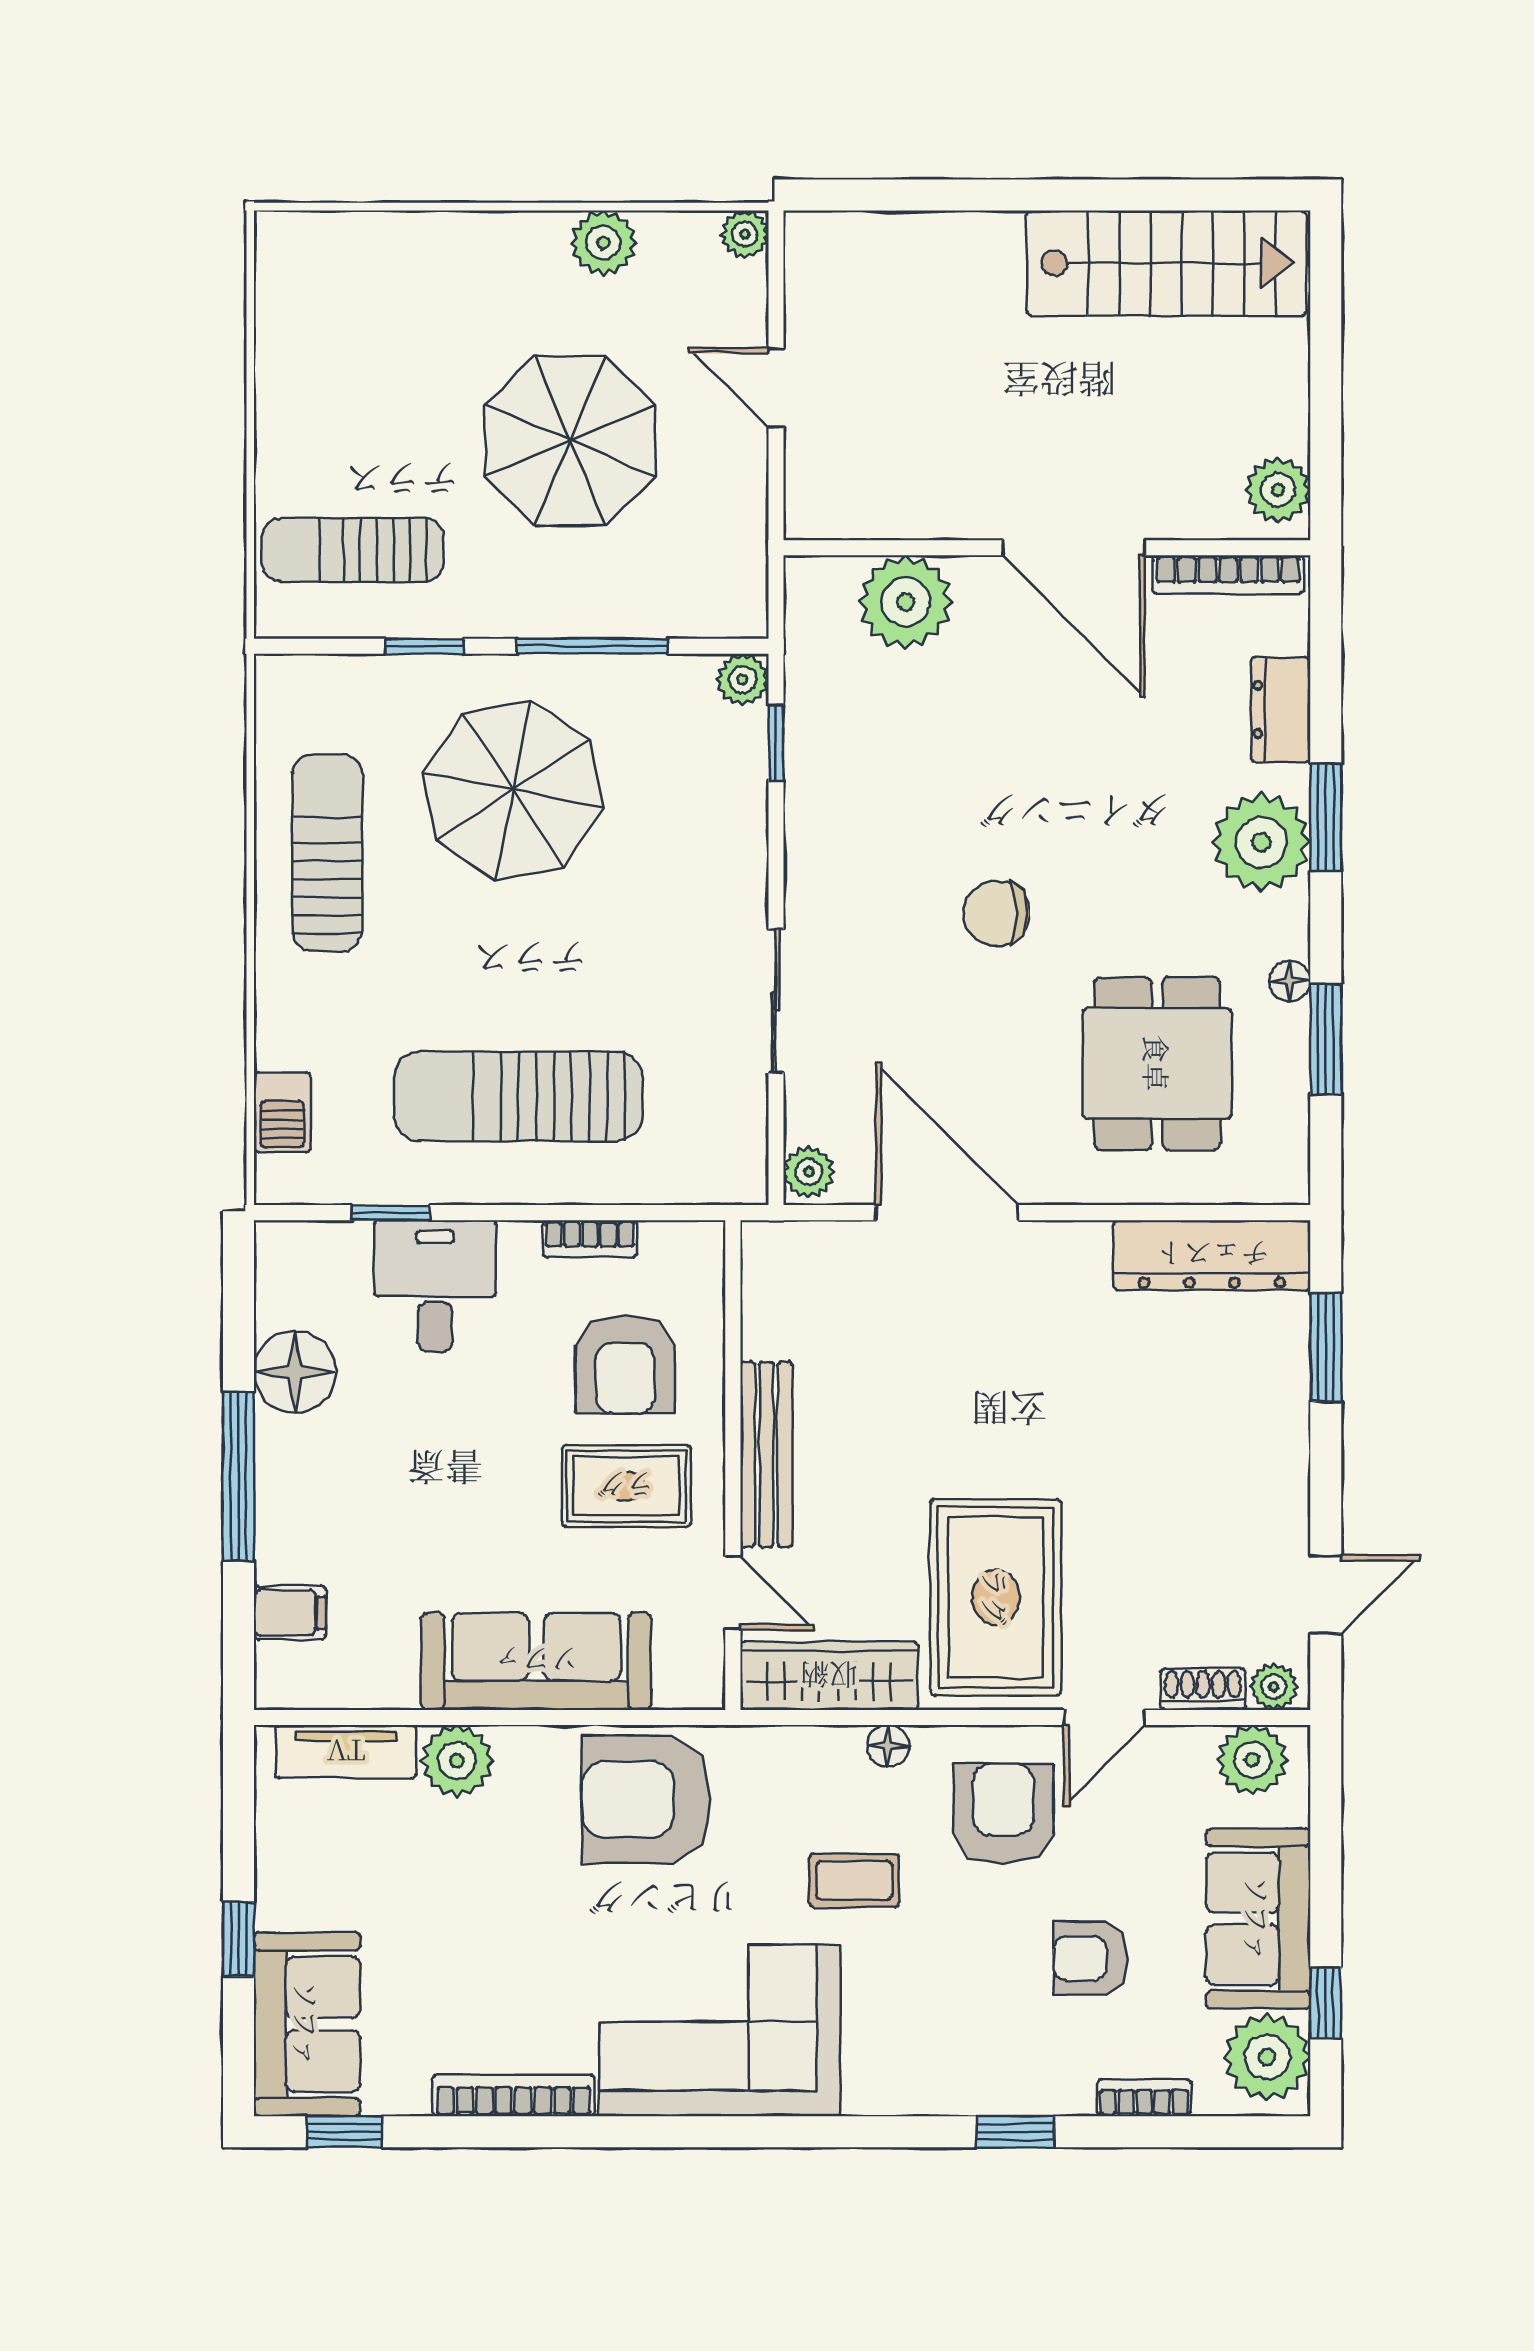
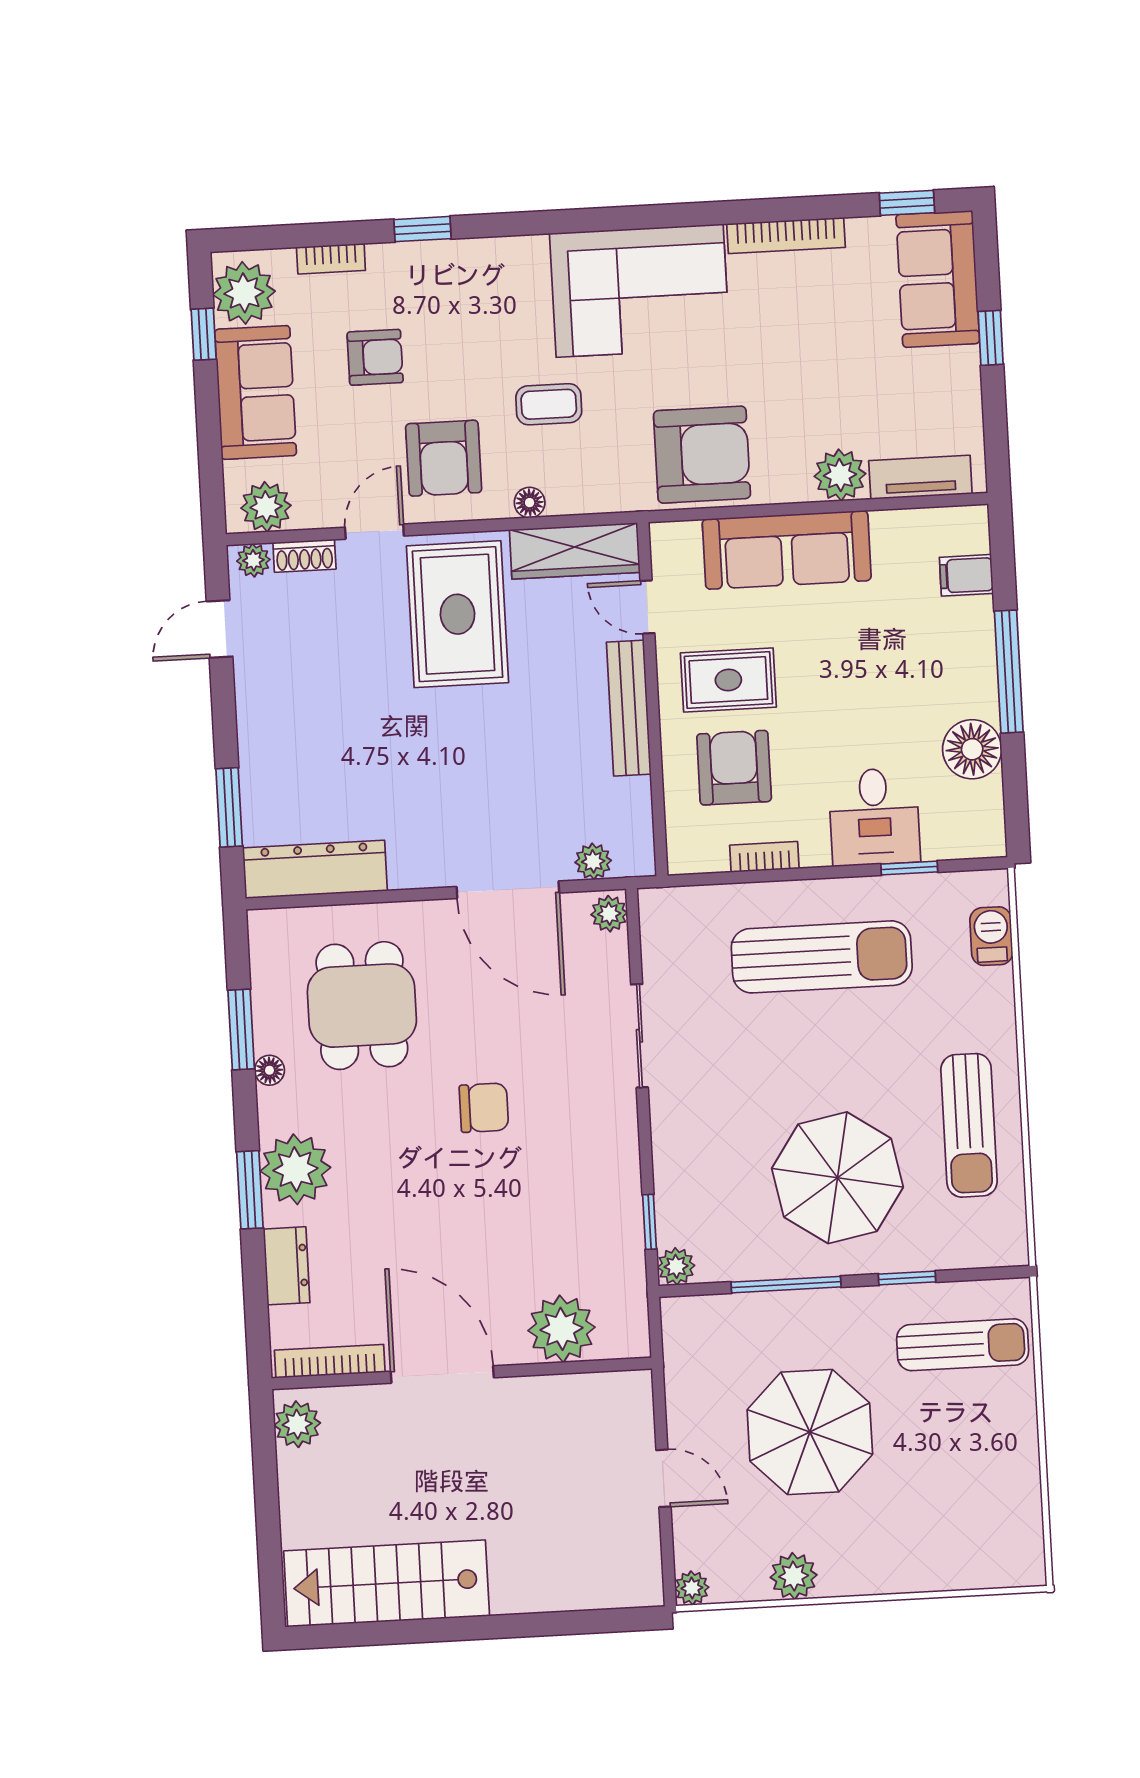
plant: (827, 1245) -> (593, 861), added

